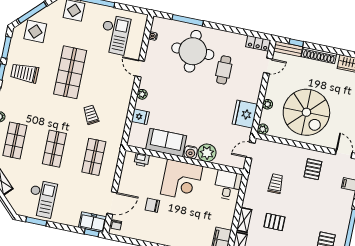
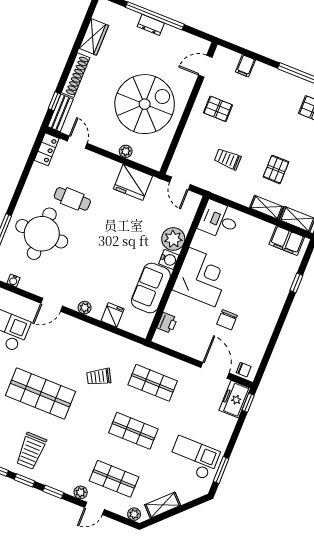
plant: (263, 129) -> (156, 163), removed

